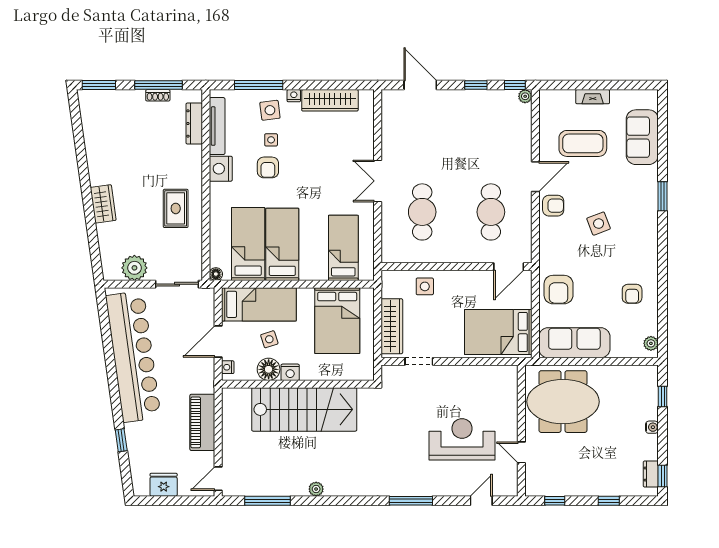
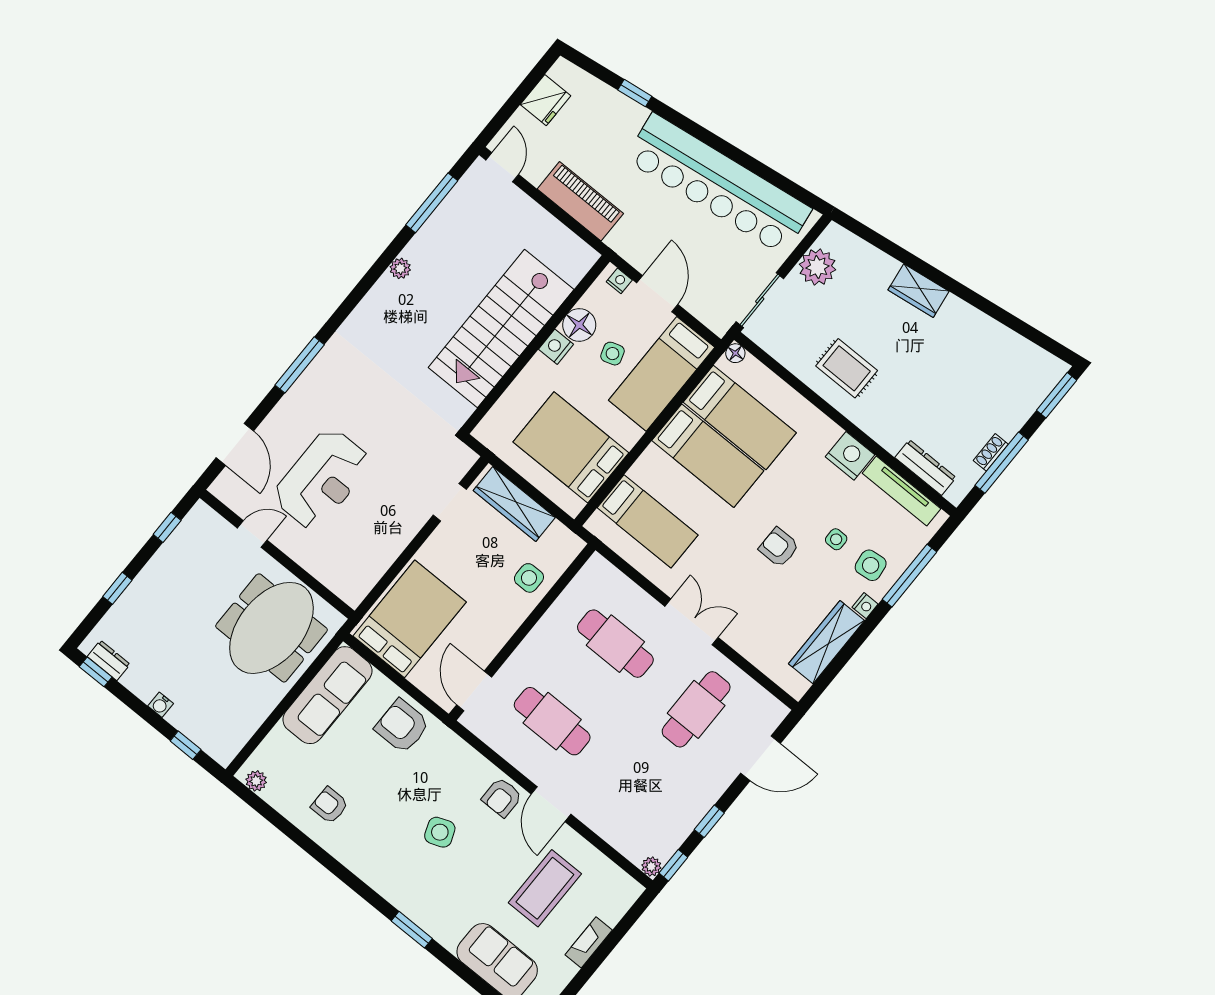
cafe table: (422, 141) -> (696, 709), added
armchair: (268, 167) -> (779, 547), moved
door: (481, 501) -> (235, 444), width x1.38

